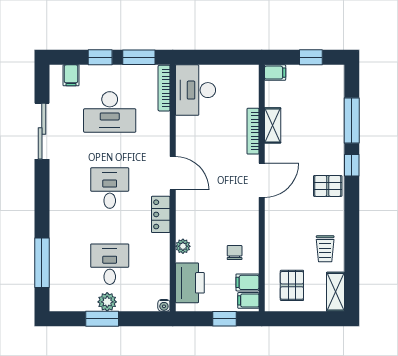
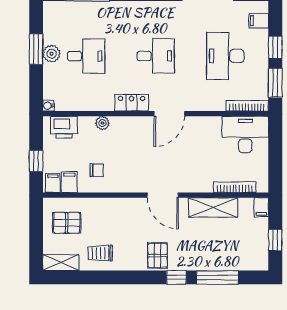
shelving: (273, 125) -> (213, 207), width x1.50, depth x1.33
bookcase: (253, 131) -> (235, 187), moved
printer: (190, 283) -> (64, 127), width x0.73, depth x0.84

